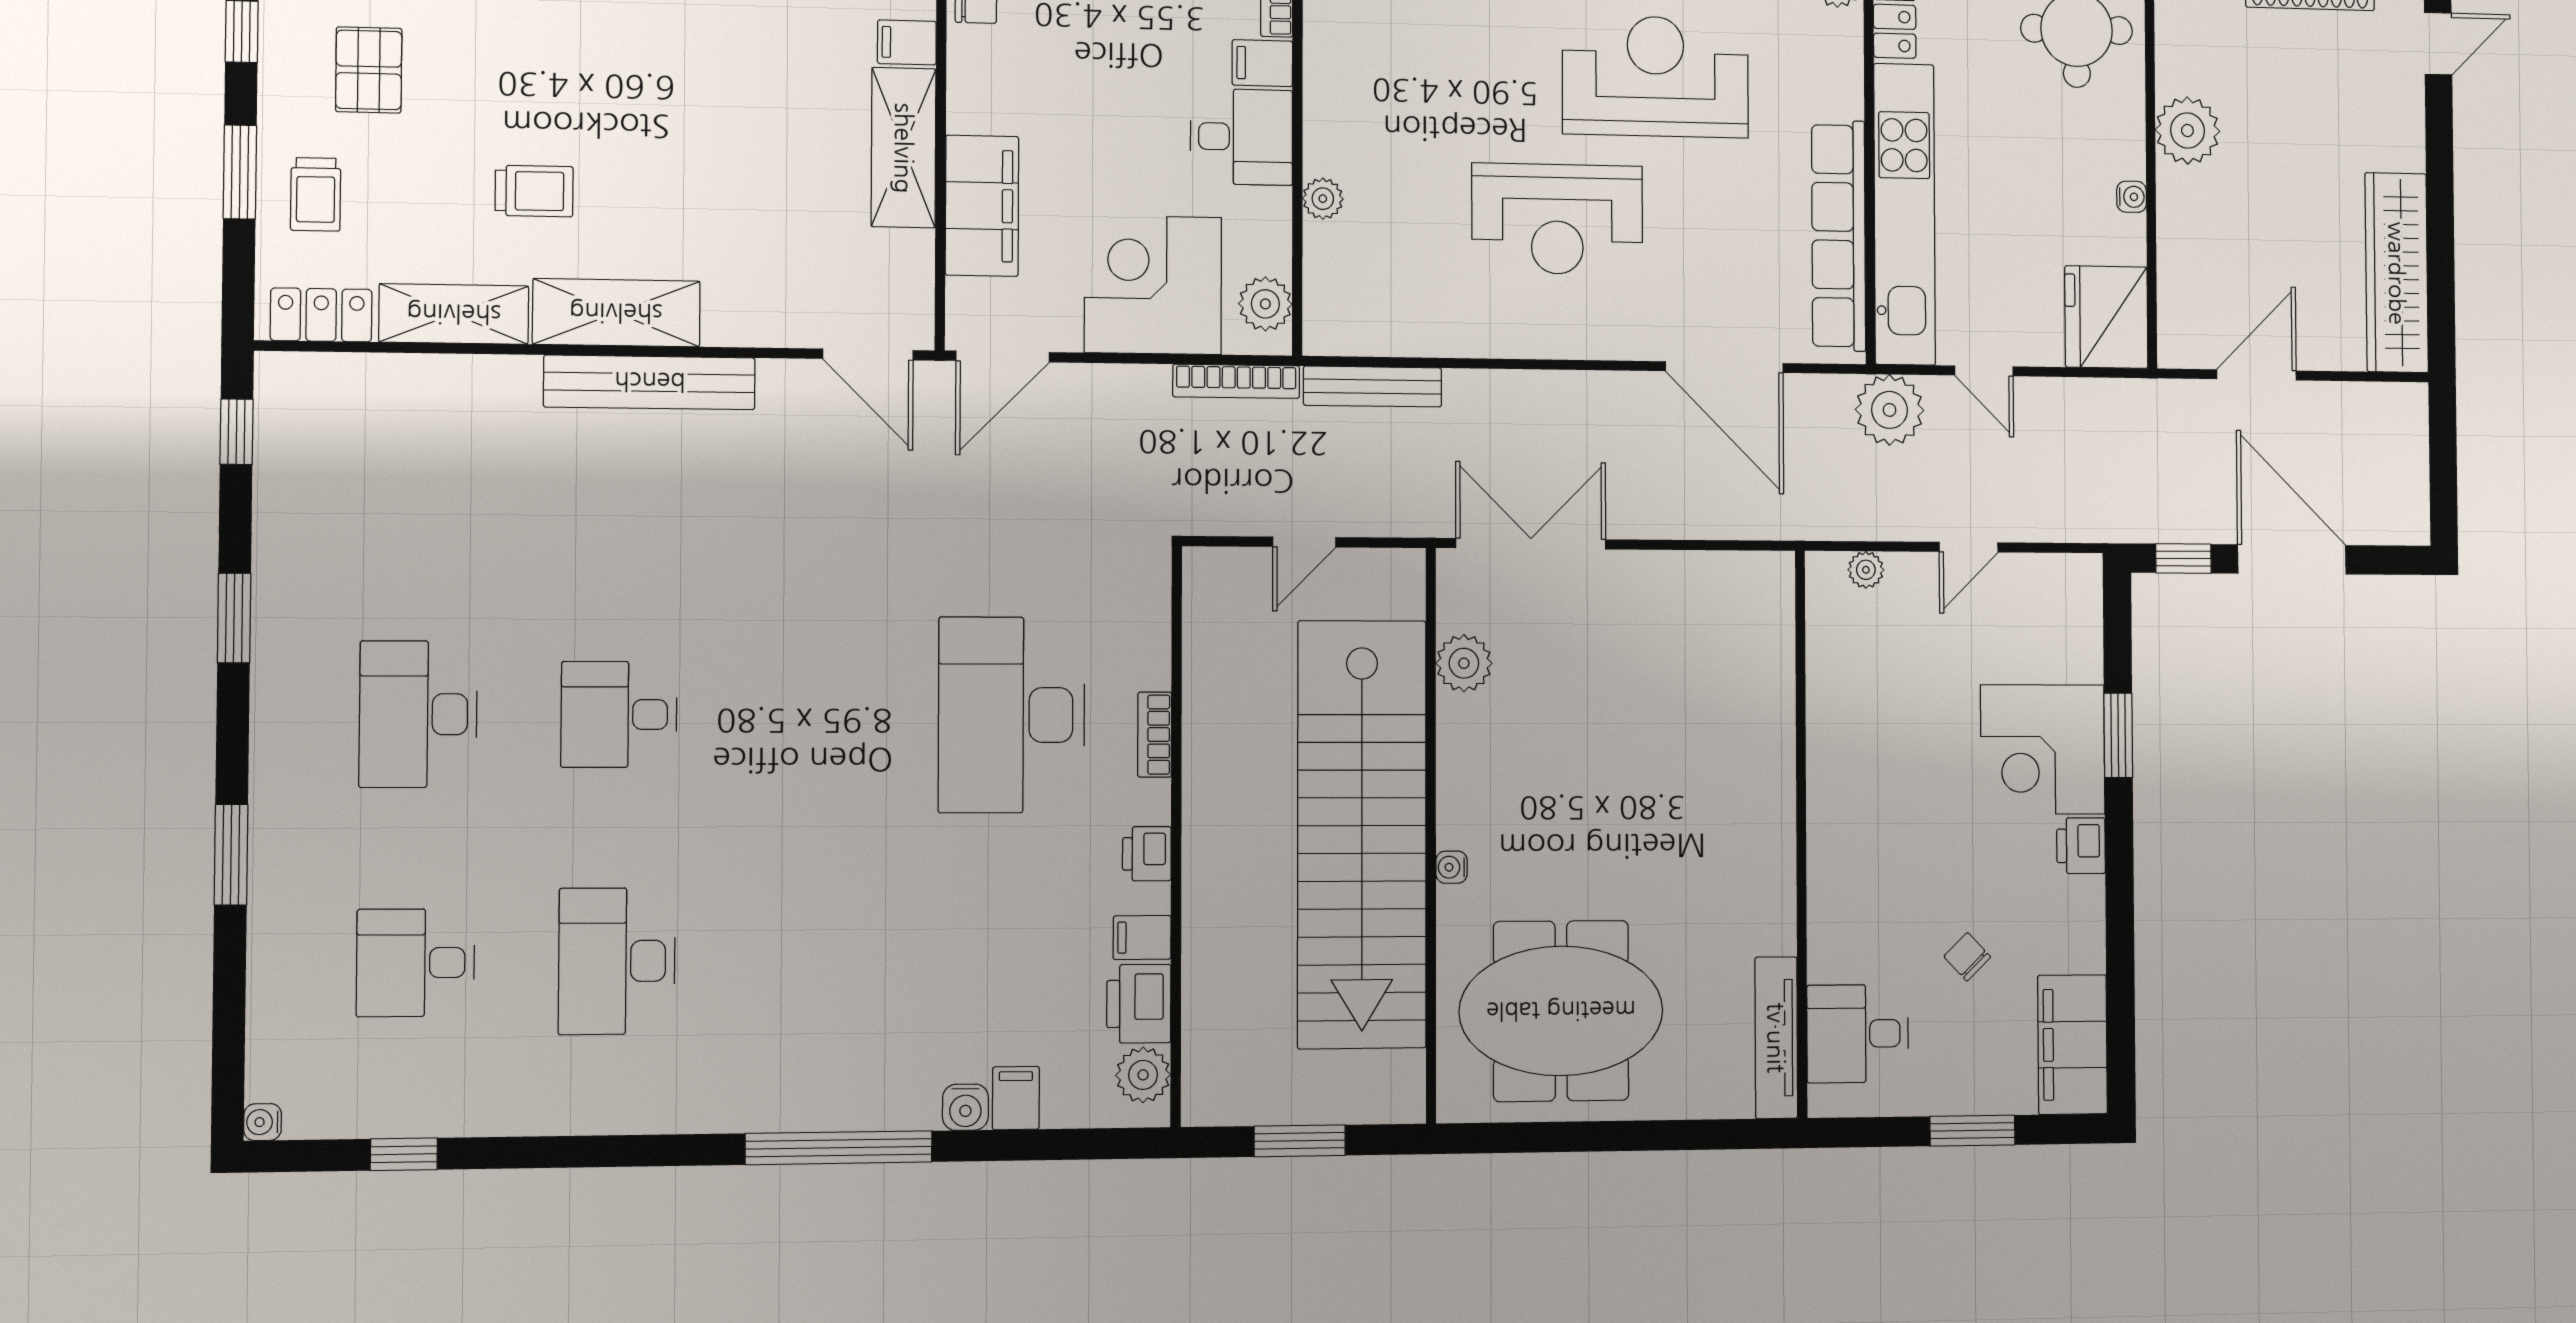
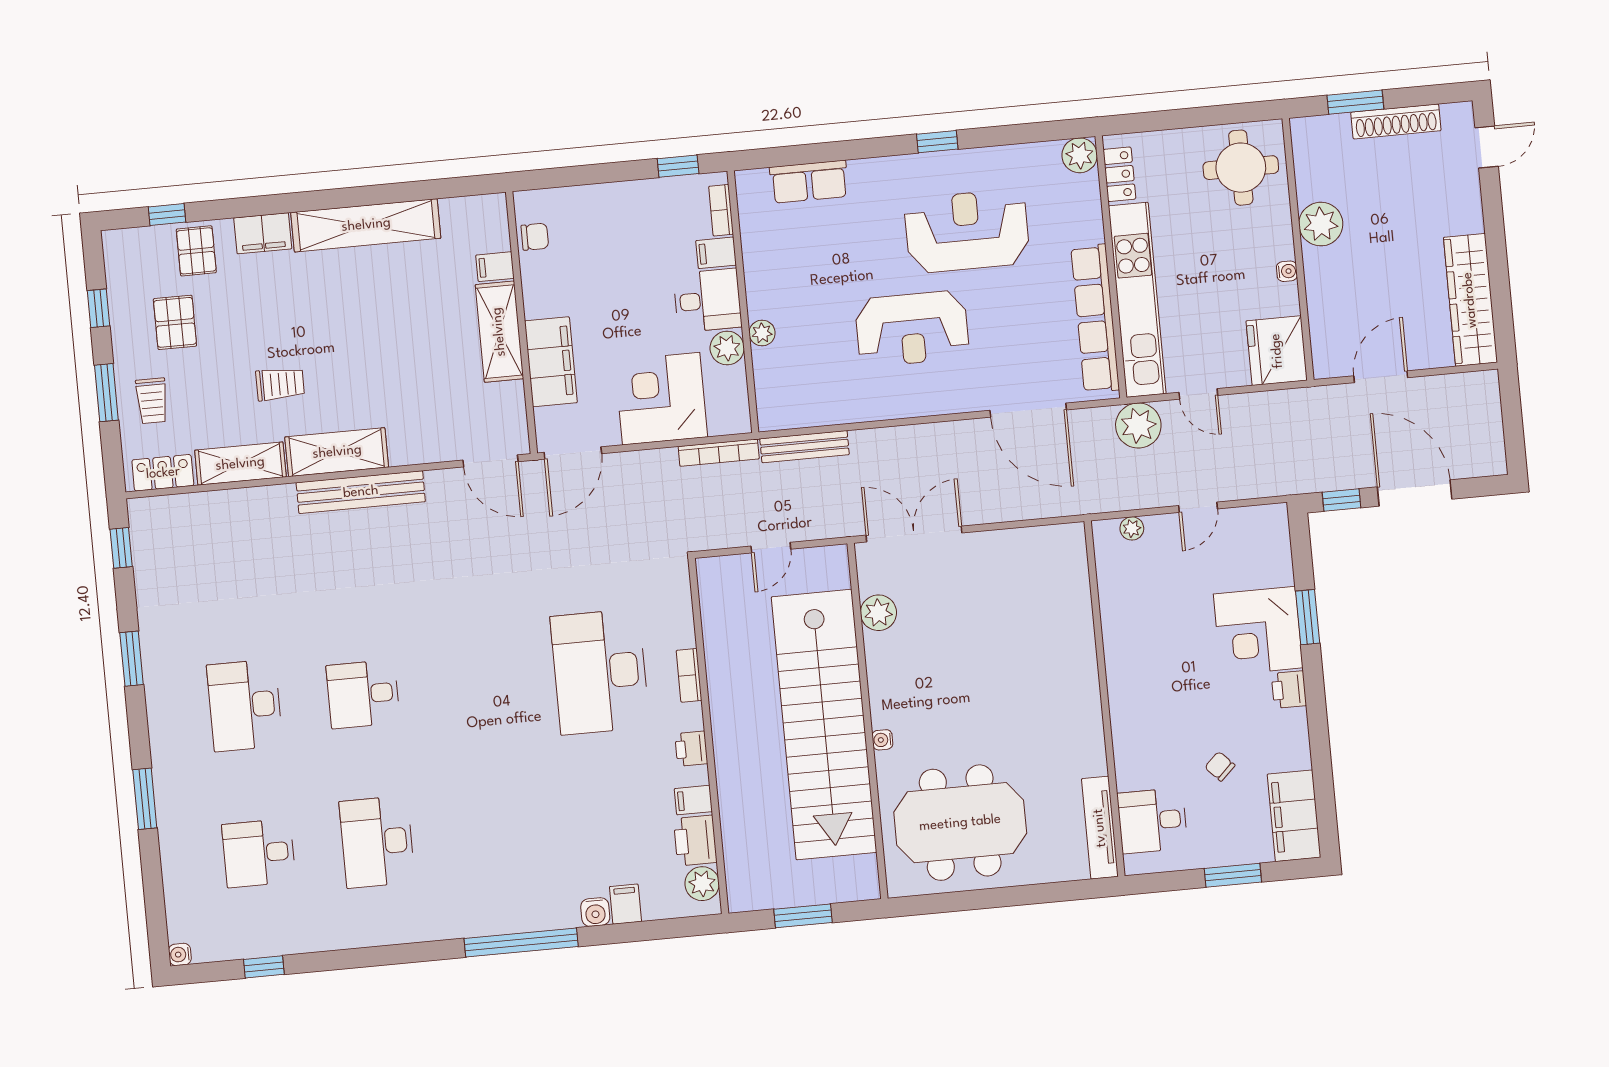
plant: (1265, 304) -> (727, 348), moved

